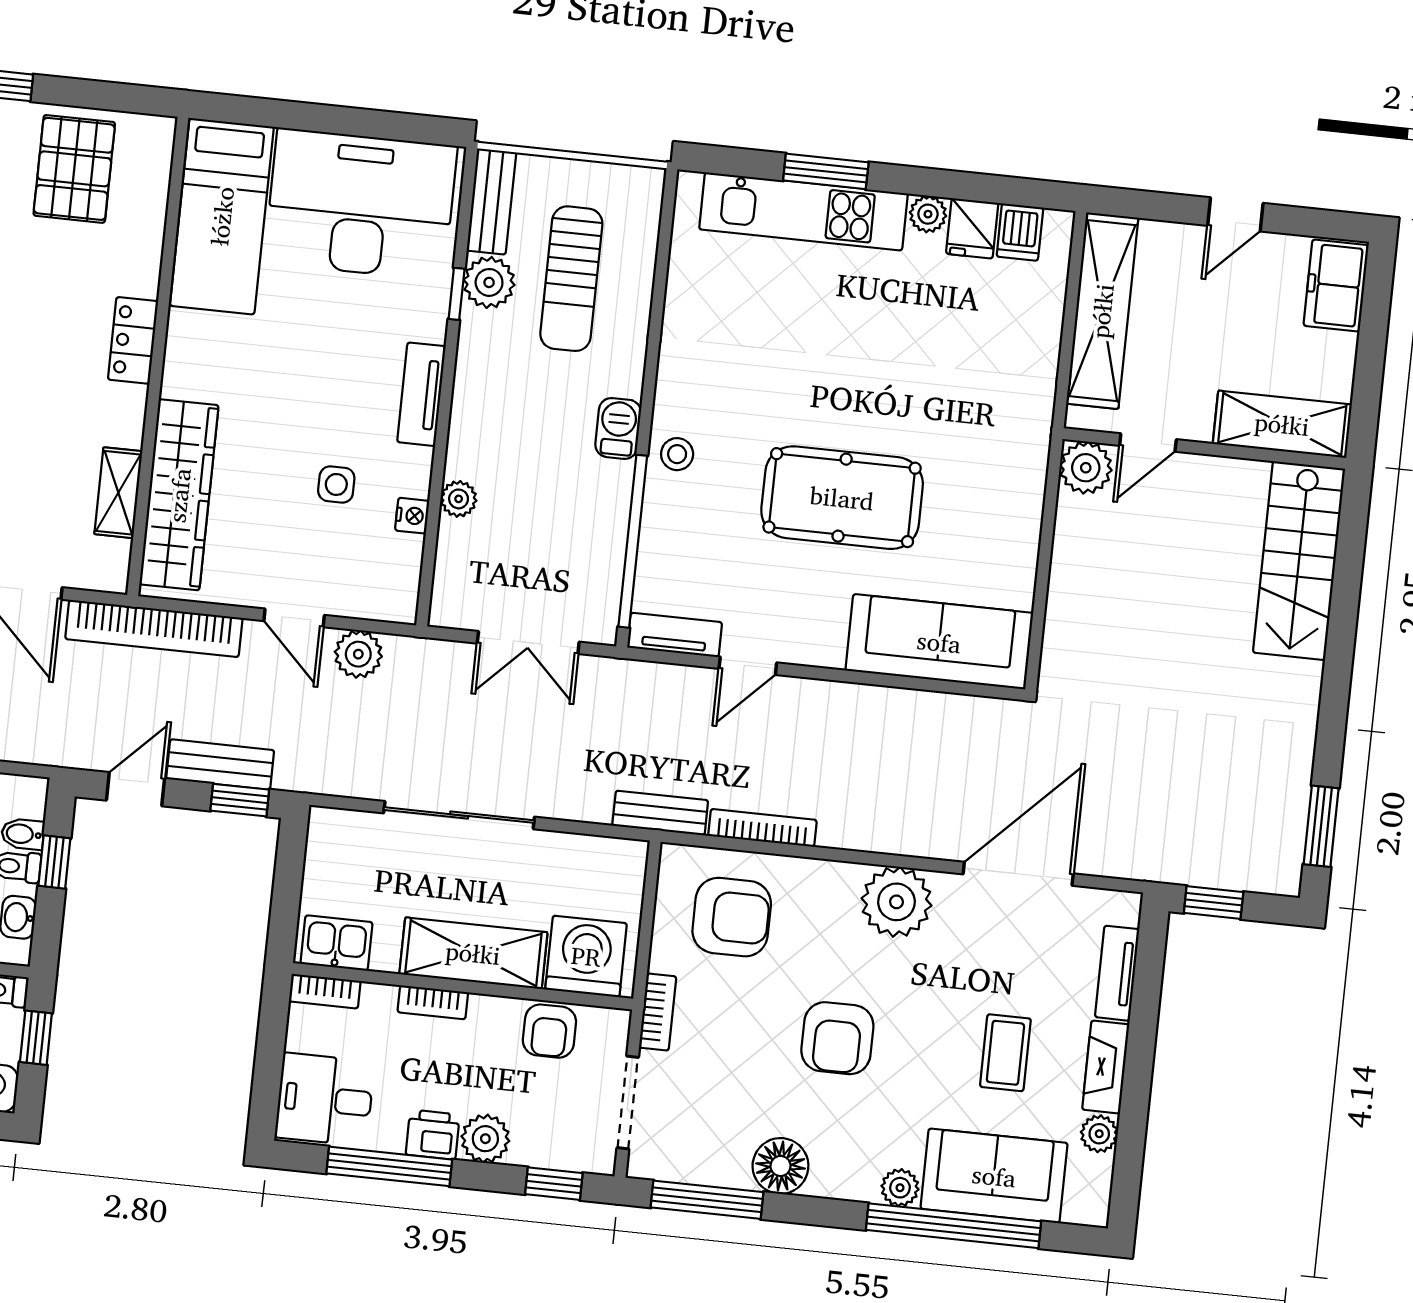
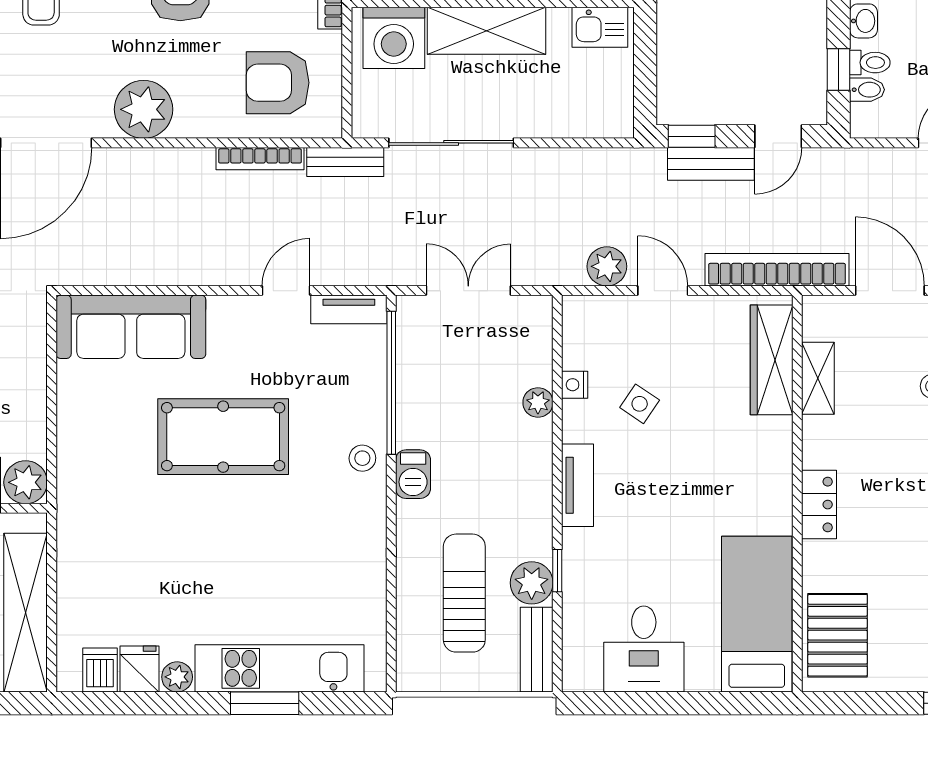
pallet: (74, 169) -> (838, 635), moved
desk: (361, 204) -> (644, 649), width x0.53, depth x0.77
side table: (336, 484) -> (640, 404), turned 34
wardrobe: (179, 495) -> (772, 360), width x0.71, depth x0.85
sliding door: (459, 815) -> (451, 143), moved

